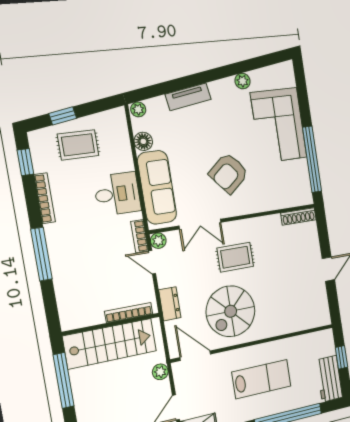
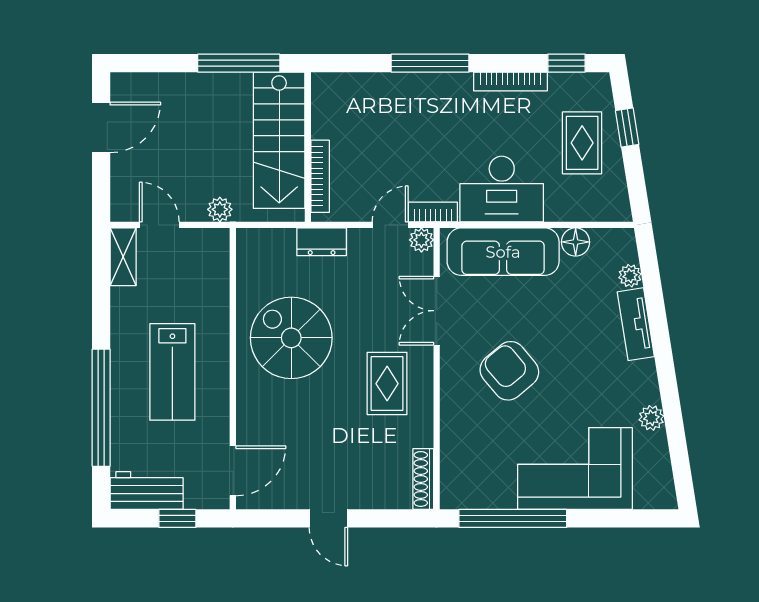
plant: (138, 109) -> (630, 276), moved
desk: (117, 194) -> (502, 189), width x1.37
rug: (235, 257) -> (387, 384), moved
door: (195, 356) -> (233, 471), moved

